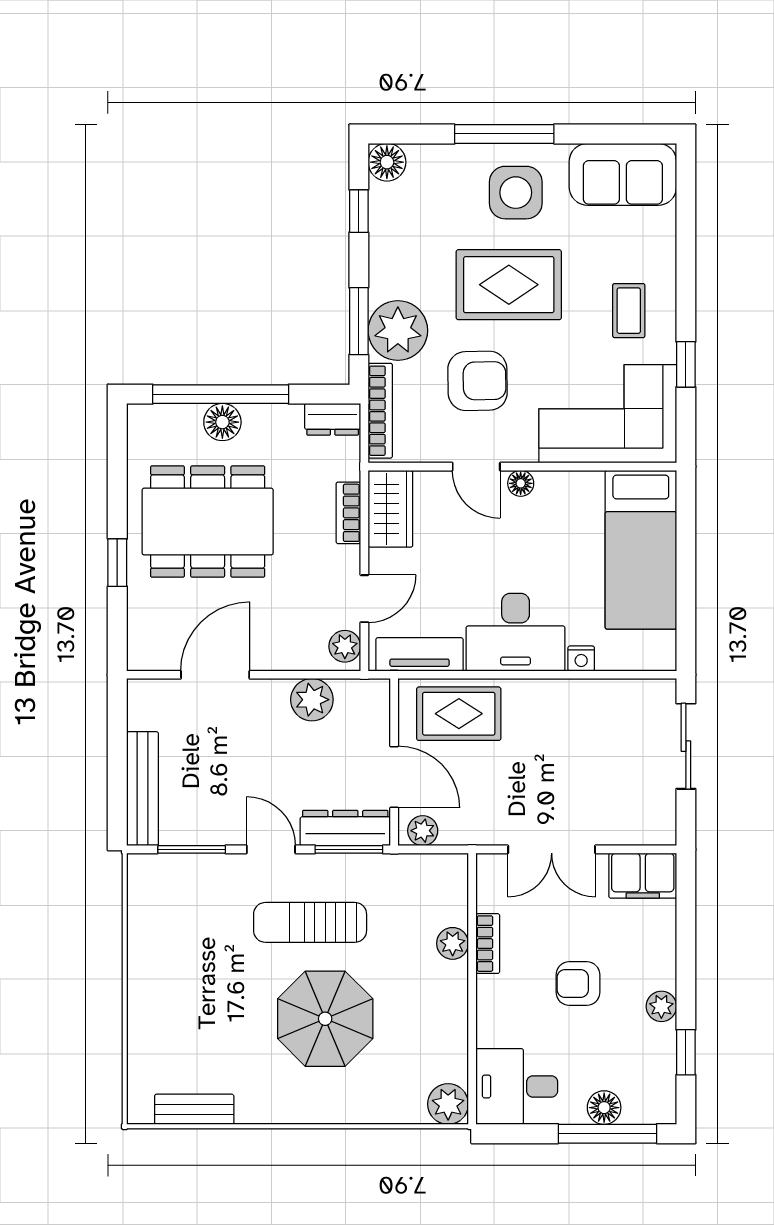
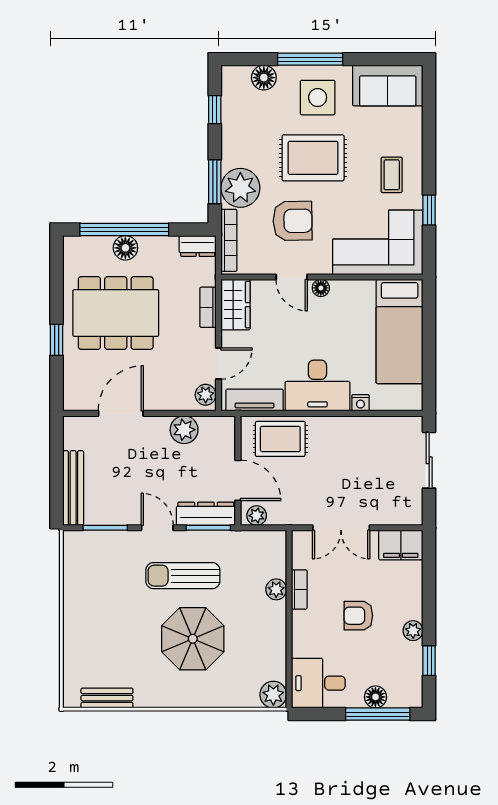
floor lamp: (387, 162) -> (264, 78), moved

